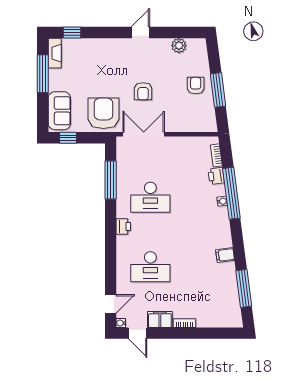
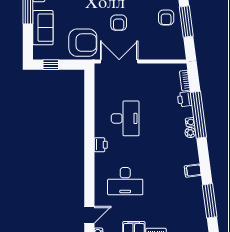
armchair: (196, 86) -> (166, 17), turned 180
sofa: (59, 111) -> (43, 28), moved
armchair: (103, 113) -> (83, 43), turned 90
window: (111, 180) -> (89, 103), removed
desk: (150, 197) -> (125, 118), turned -90
plant: (223, 213) -> (190, 132), added

